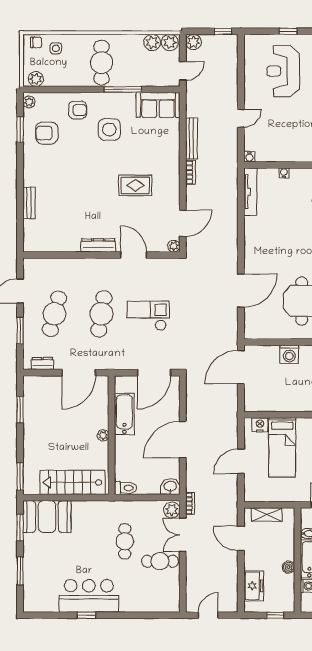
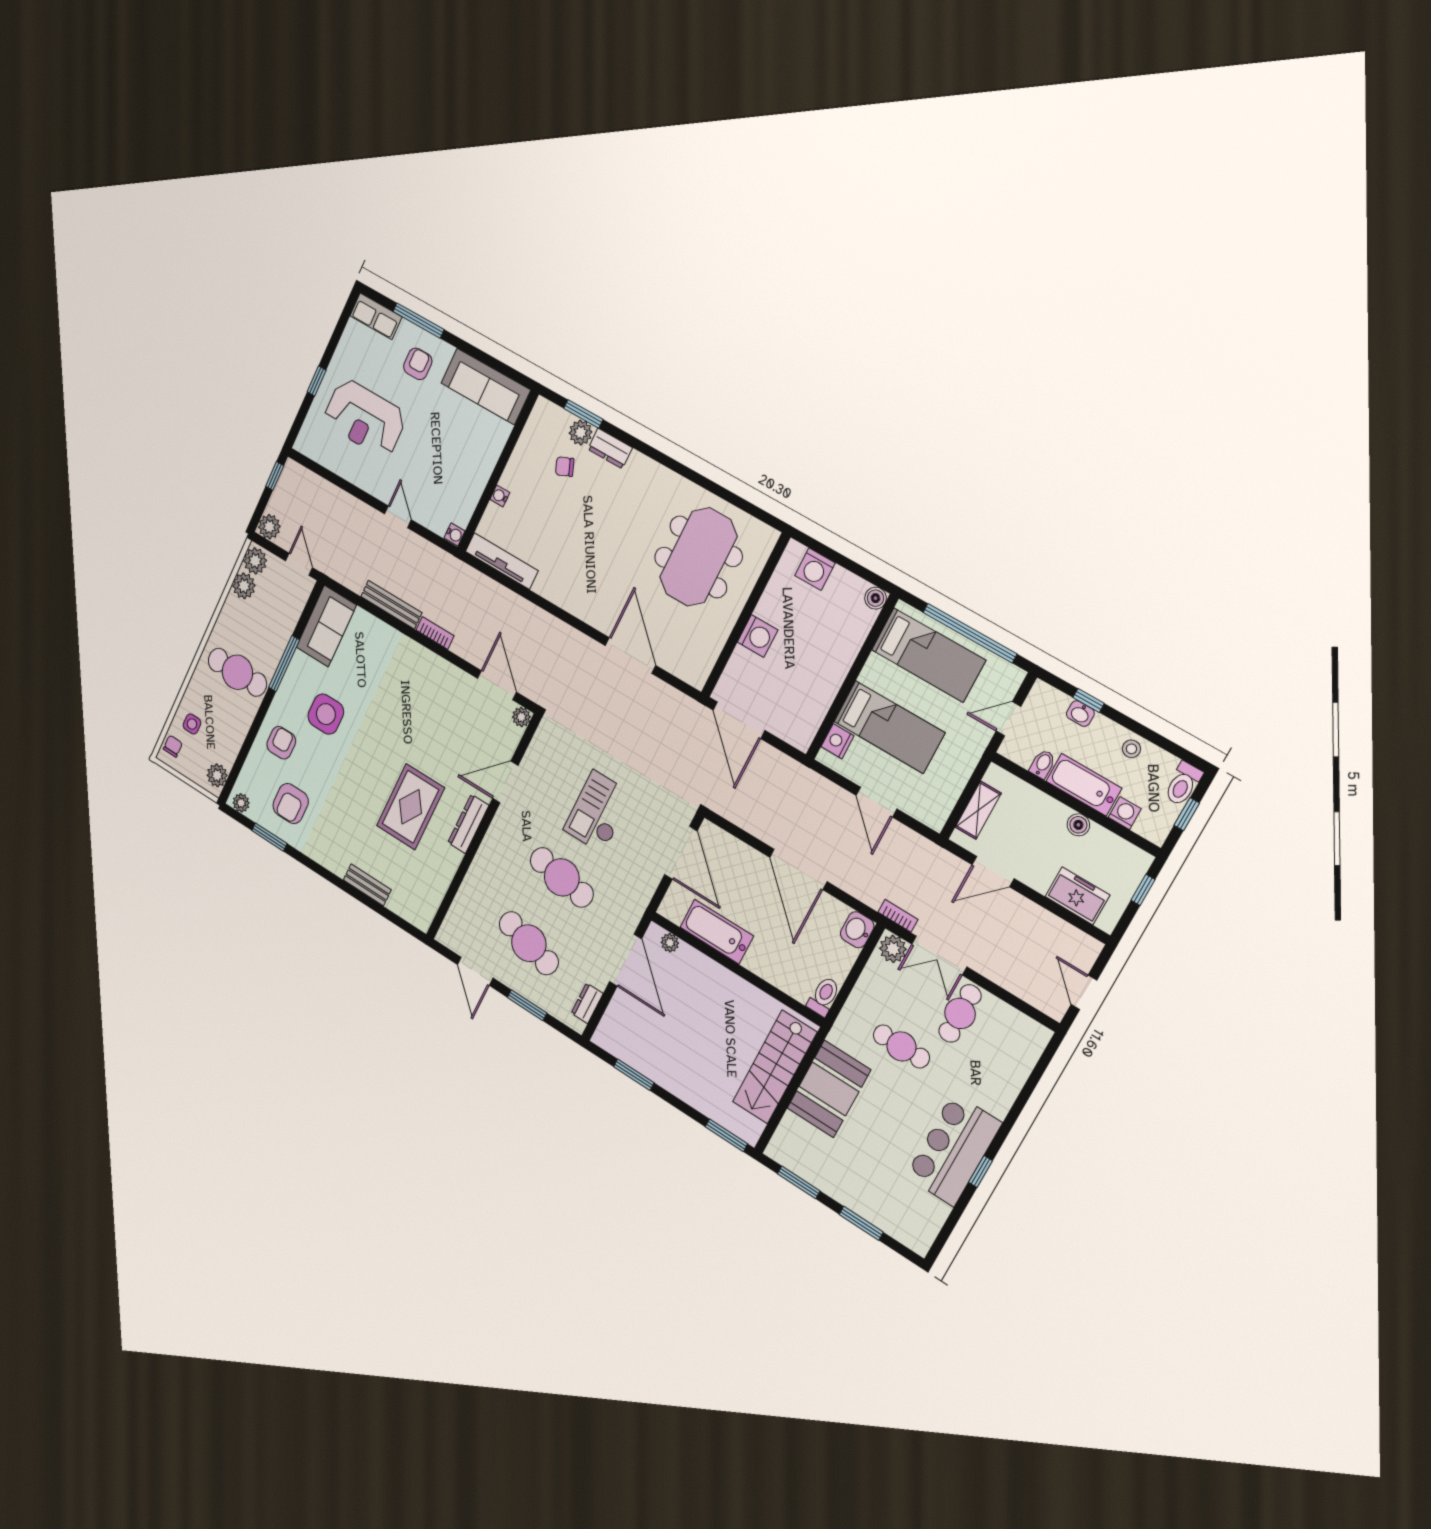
rug: (135, 185) -> (410, 807), moved, width x1.36, depth x1.43
plant: (103, 435) -> (670, 943), moved
booth: (47, 517) -> (829, 1089), moved

